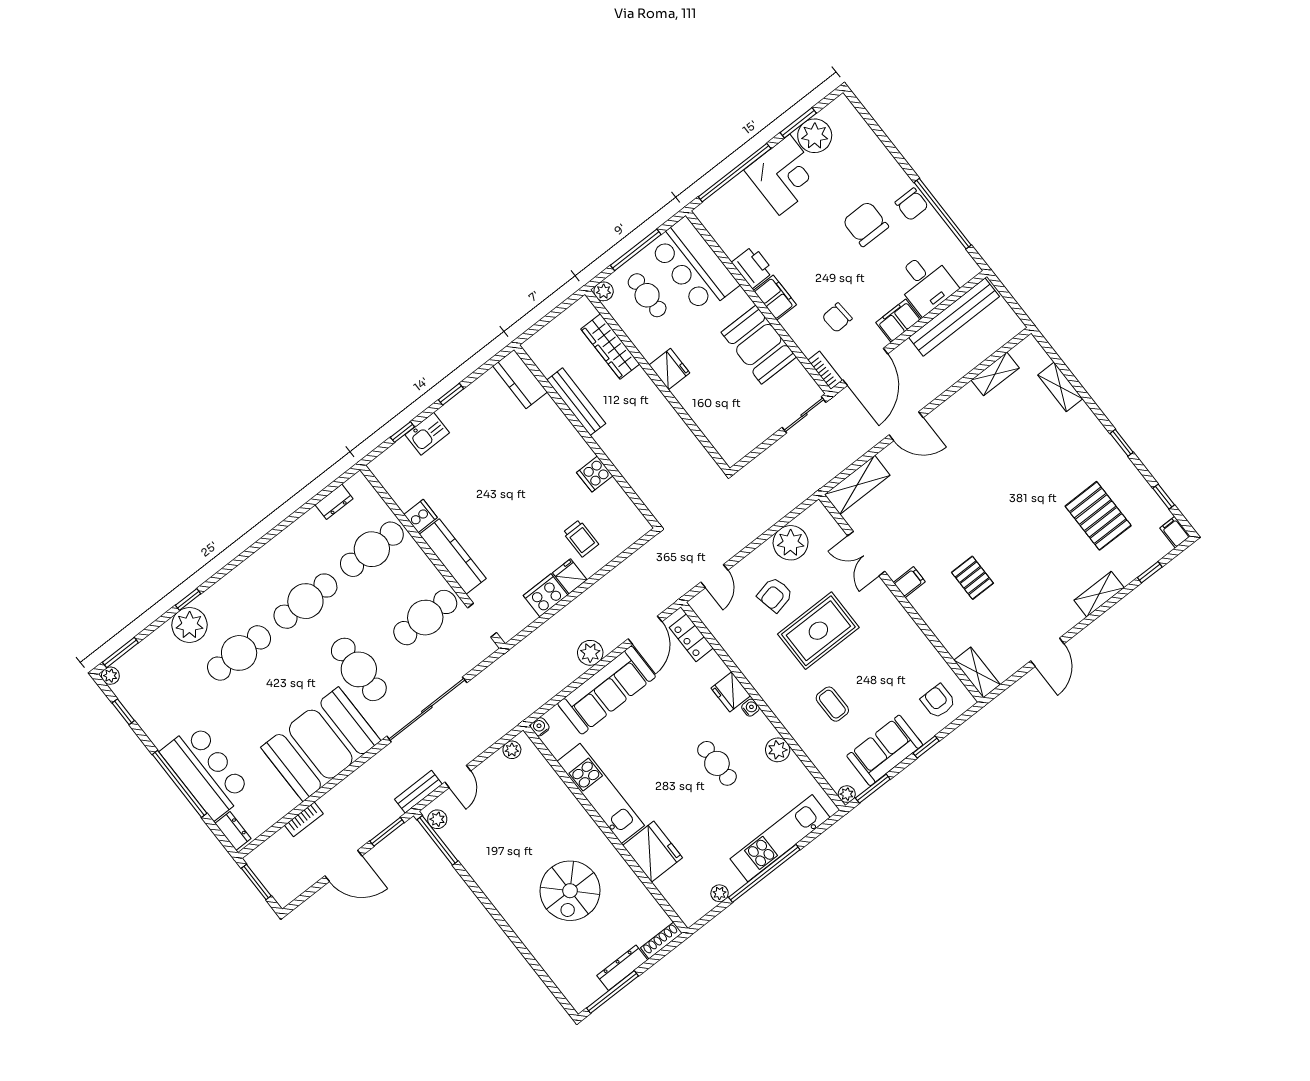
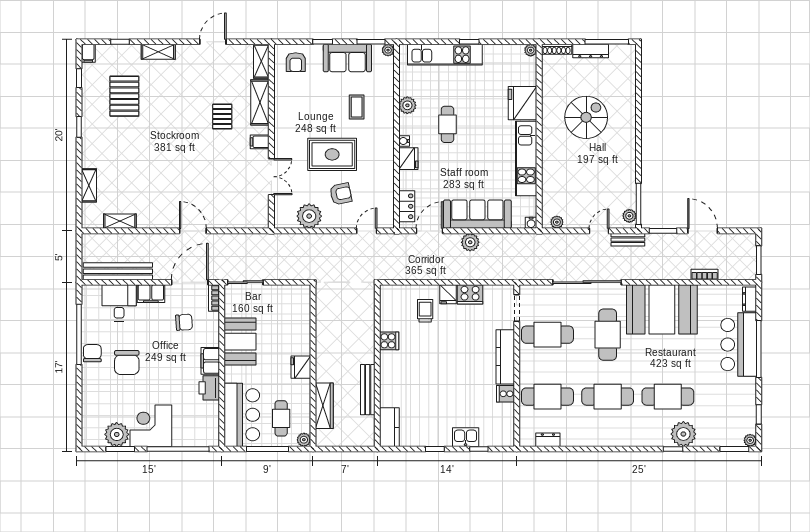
shelving: (857, 485) -> (260, 102), moved, turned 90
window: (764, 873) -> (469, 42), width x0.32
plant: (720, 893) -> (531, 50), moved

